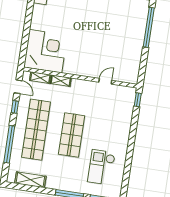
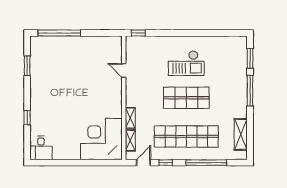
checkout: (101, 167) -> (186, 63), moved

